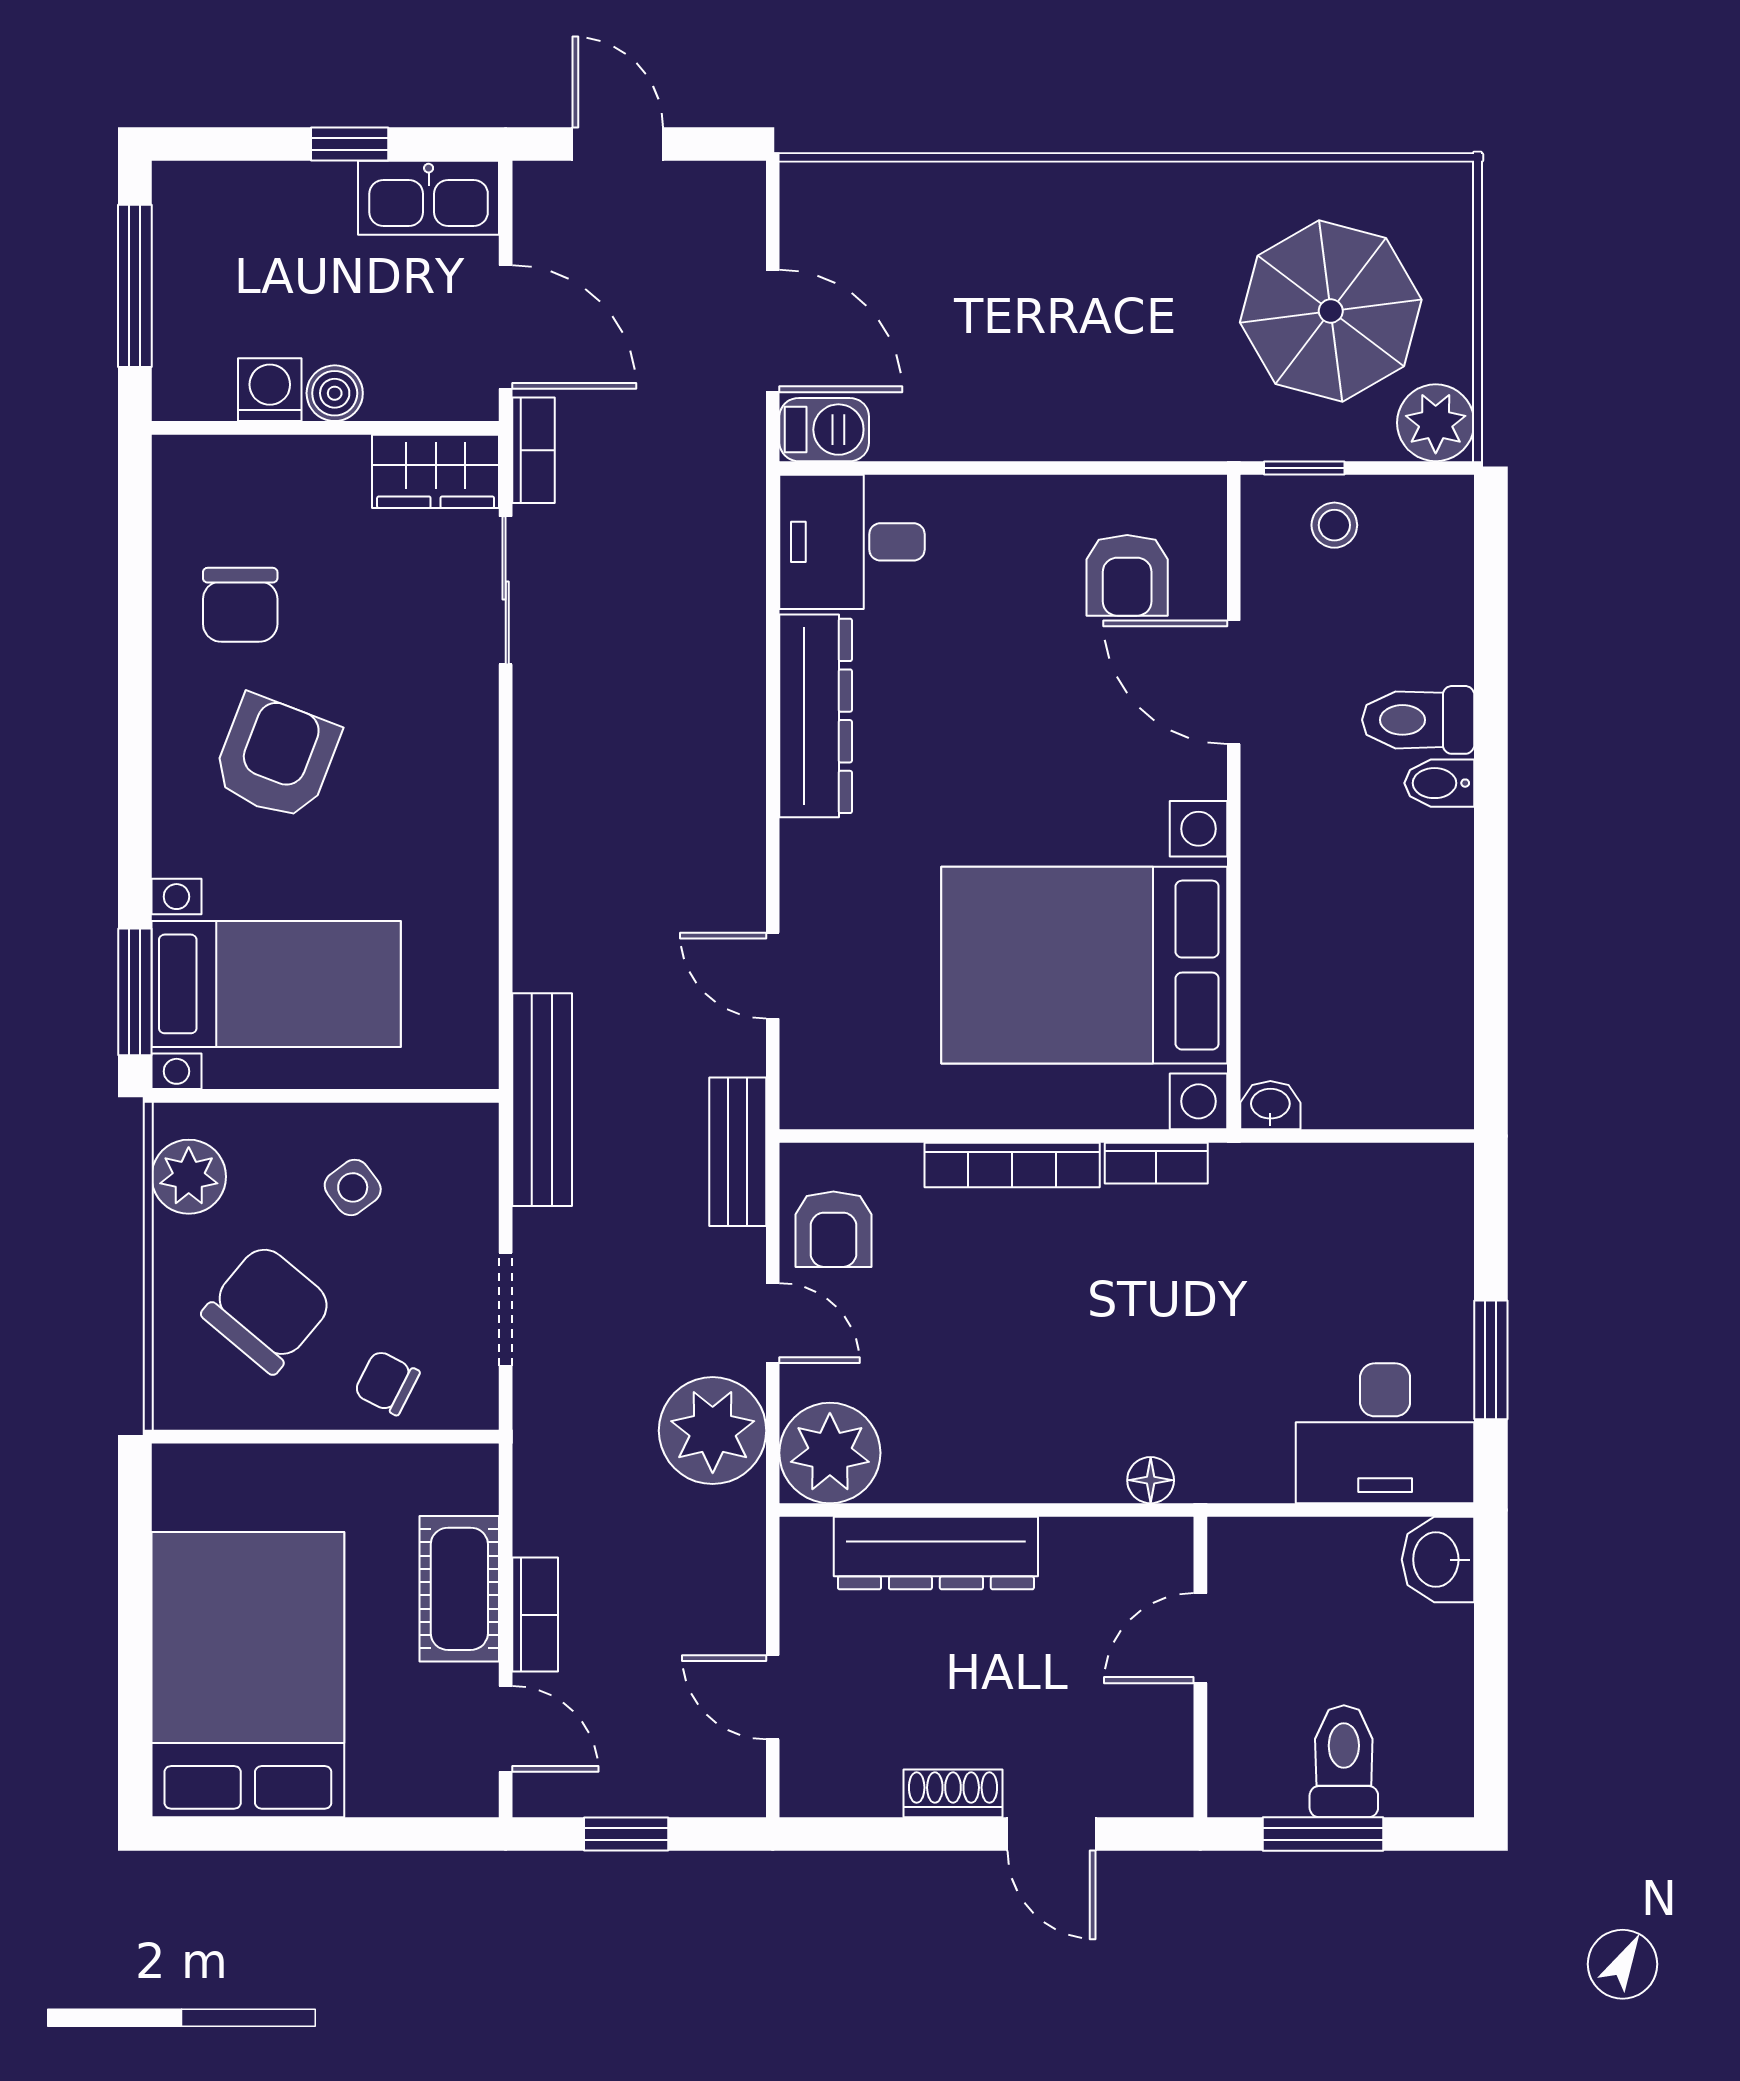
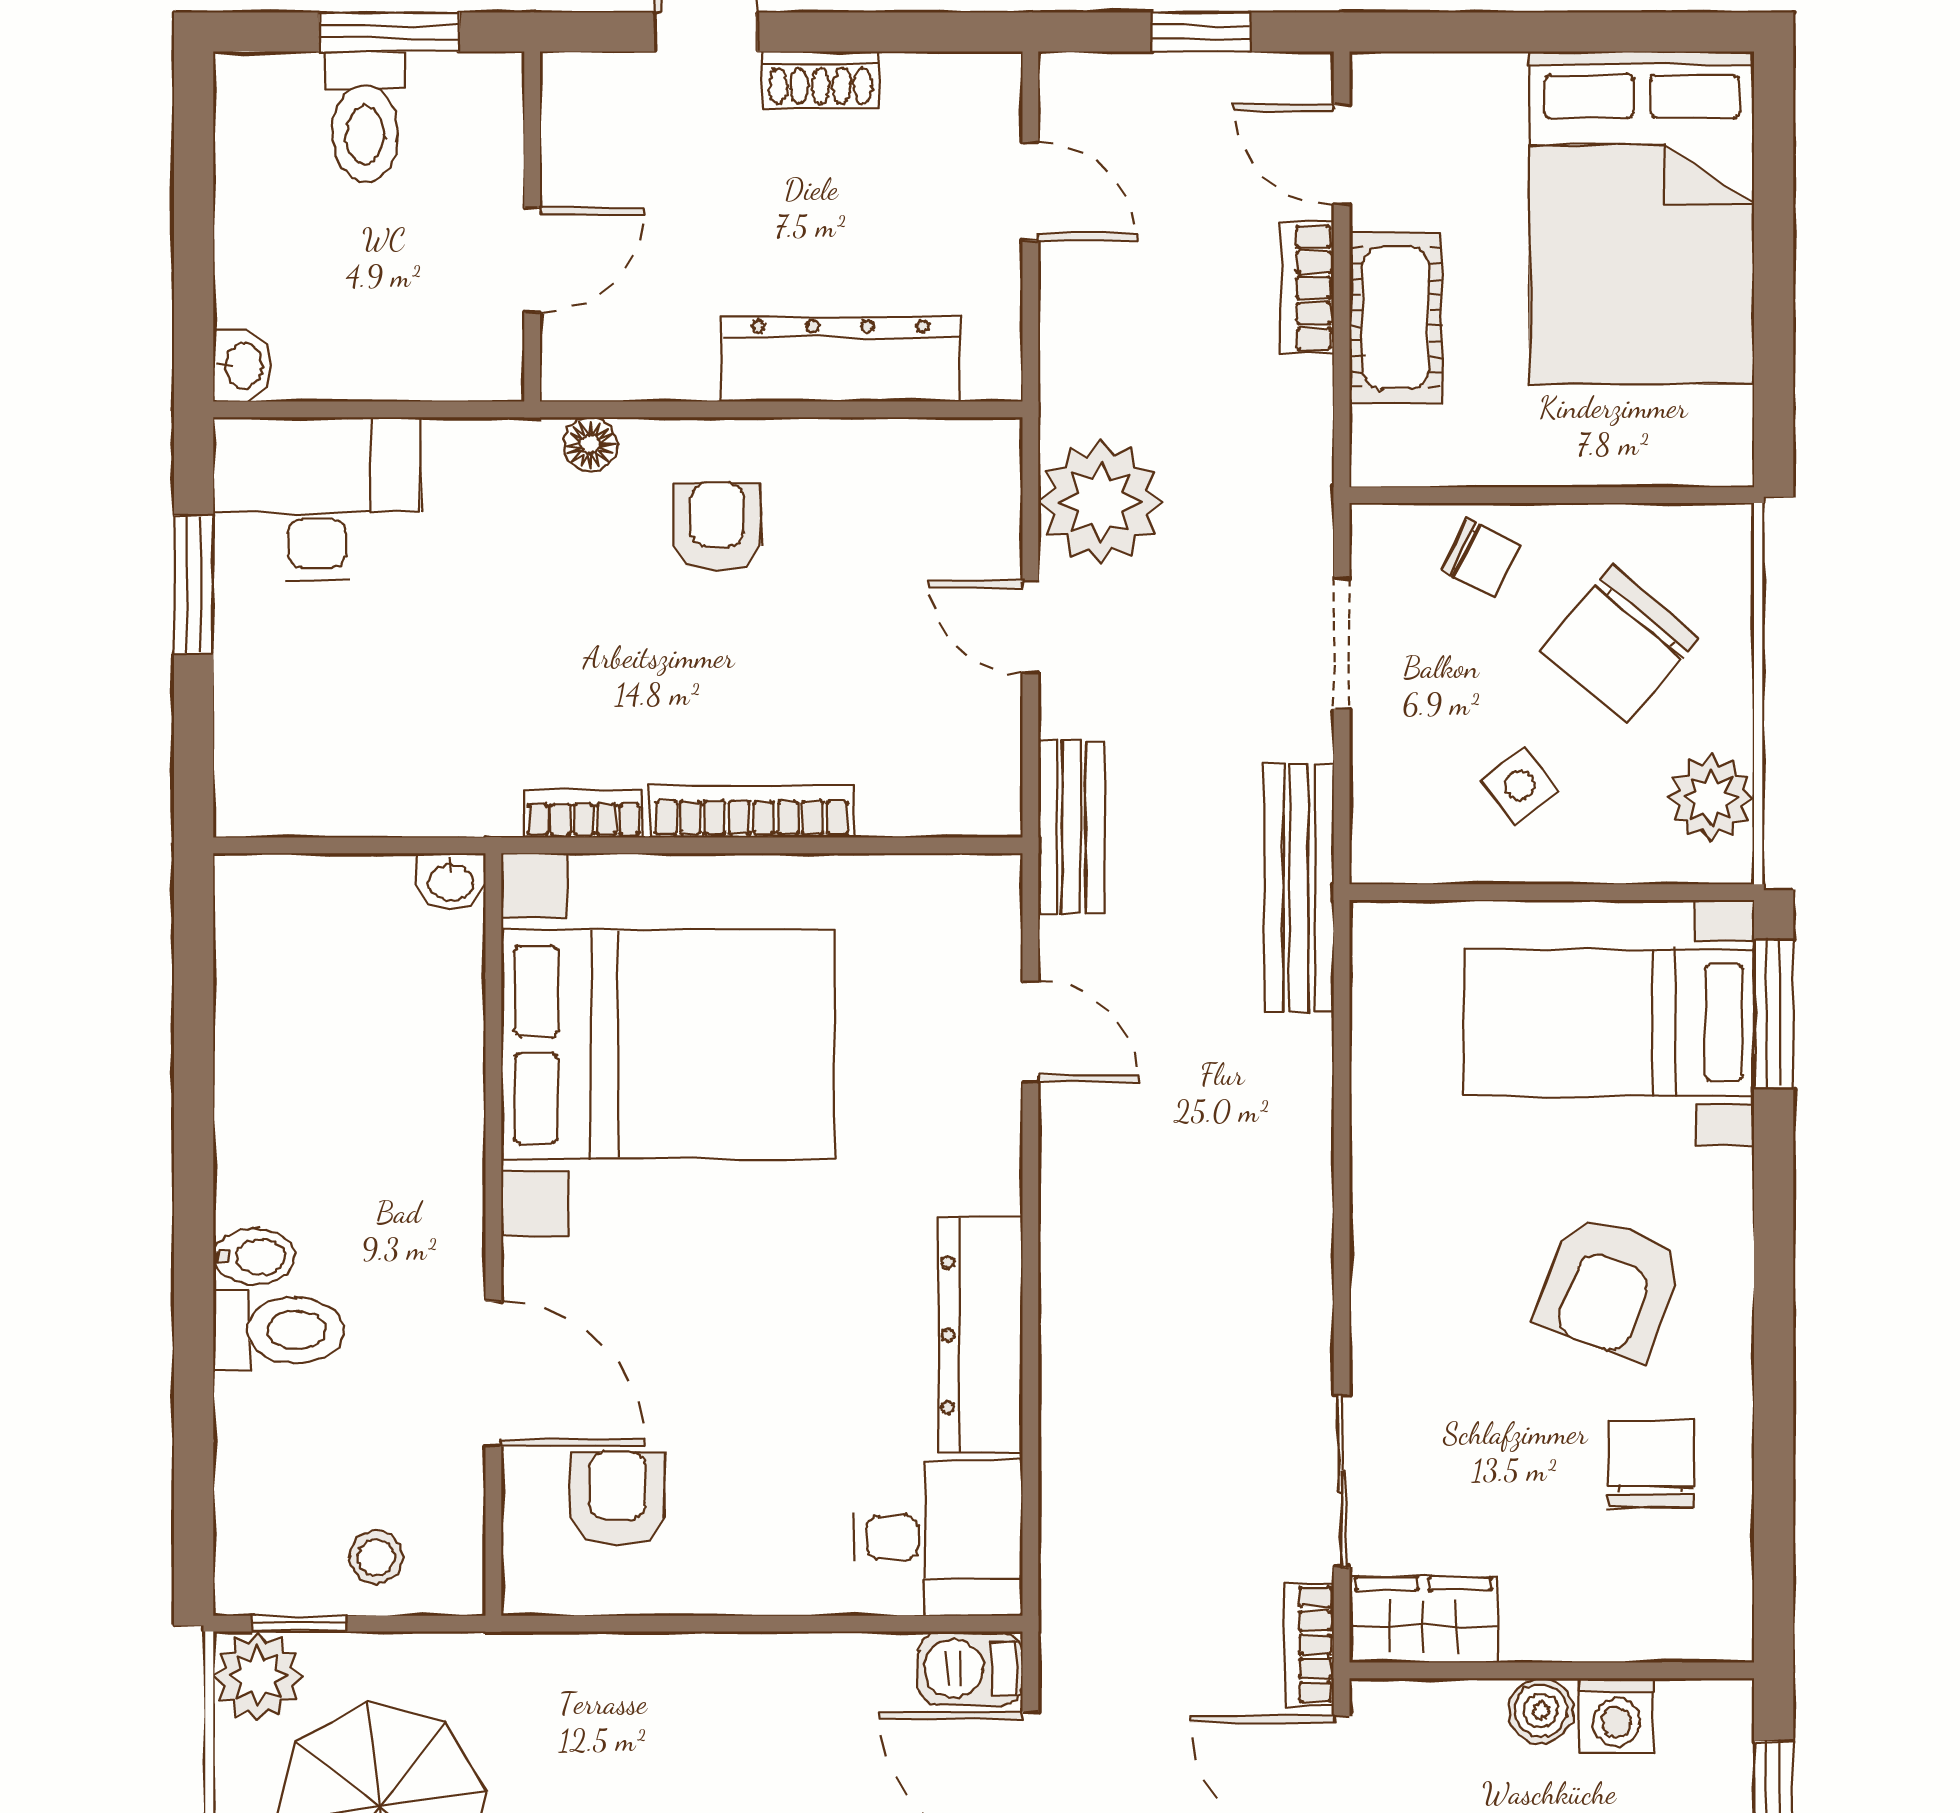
window: (1304, 468) -> (299, 1624), moved
armchair: (833, 1229) -> (717, 527), moved
plant: (830, 1453) -> (964, 476), removed
washbasin: (1438, 1560) -> (242, 366), width x0.72, depth x0.69

